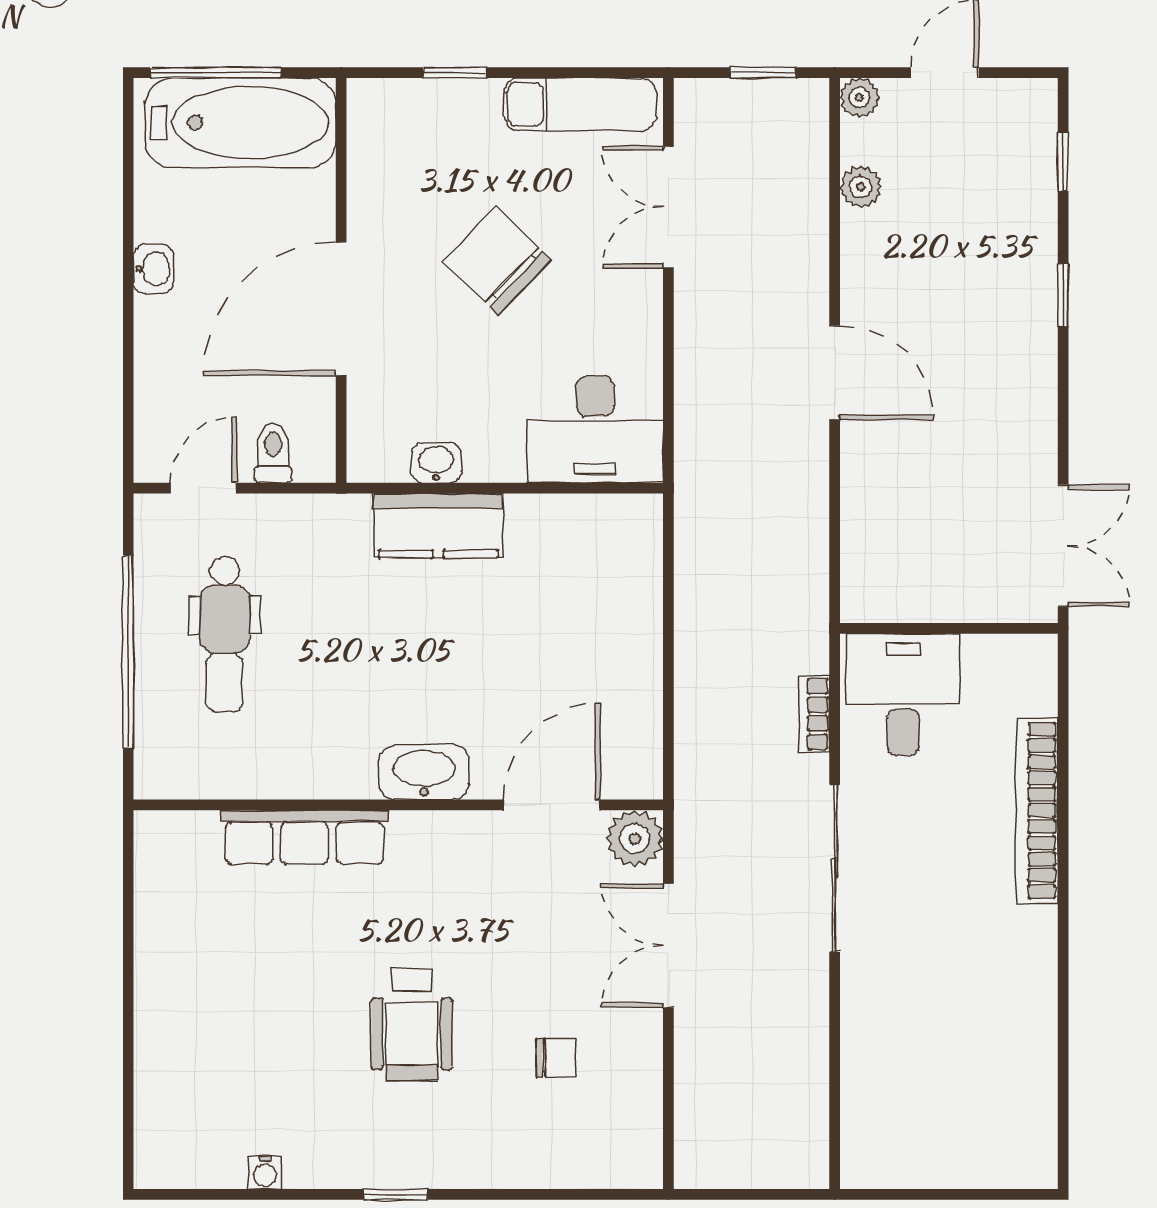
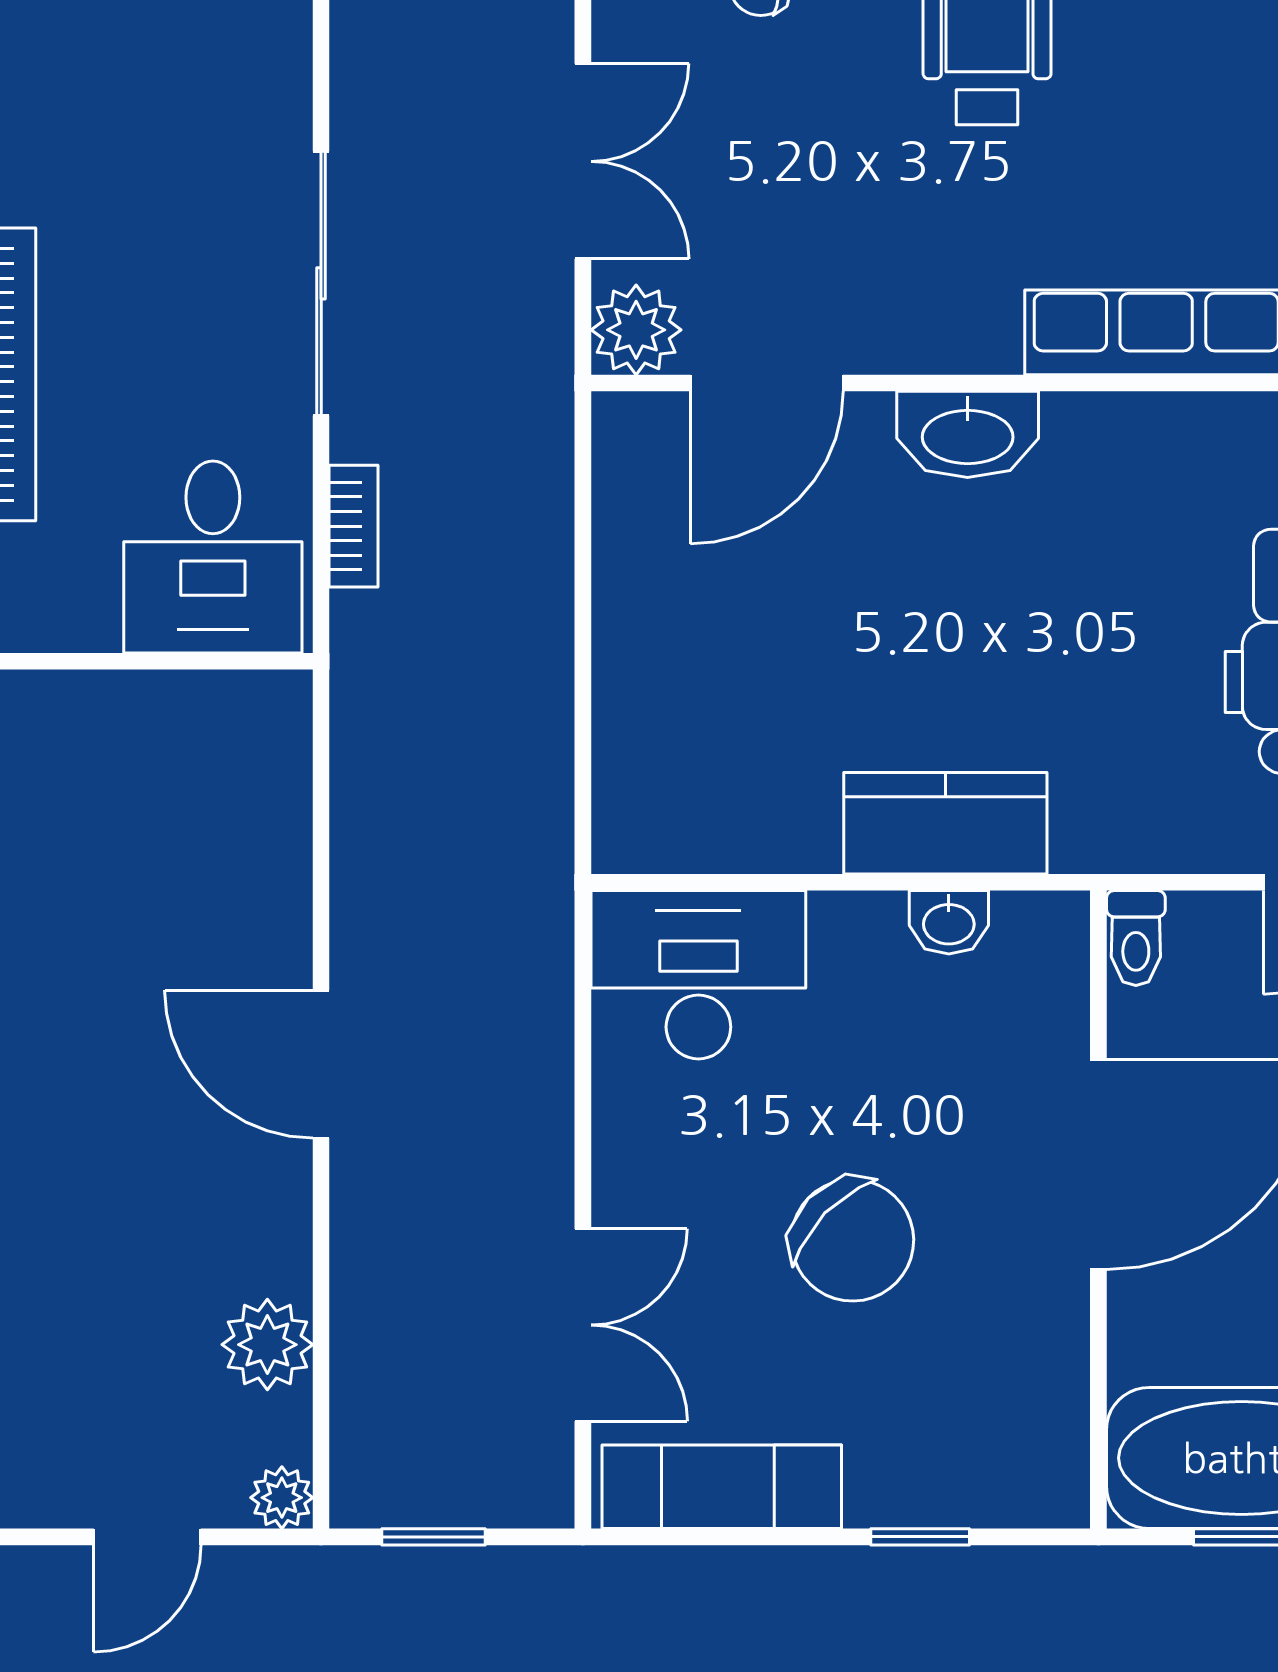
plant: (861, 187) -> (267, 1345), width x1.38, depth x1.38
toilet: (273, 453) -> (1136, 938), moved

